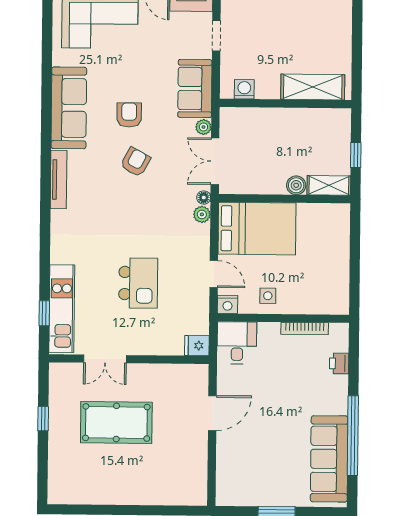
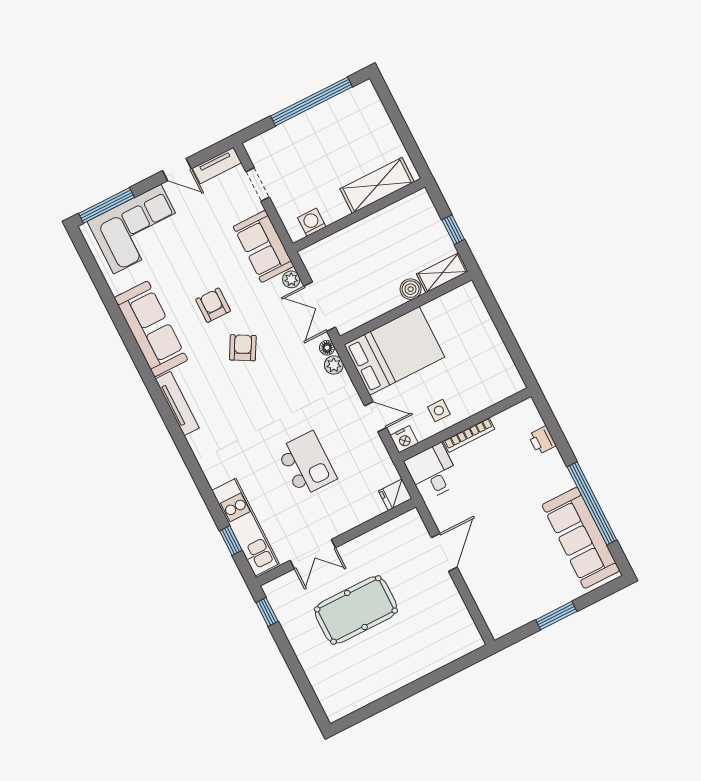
bookcase: (305, 329) -> (469, 435), moved
window: (43, 419) -> (267, 612), moved

